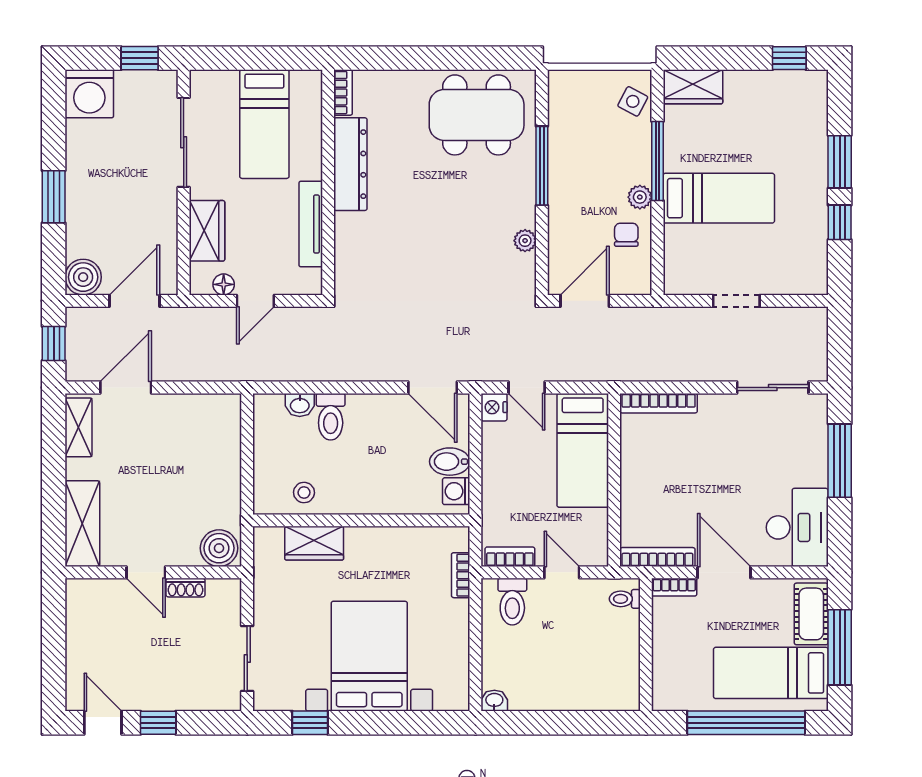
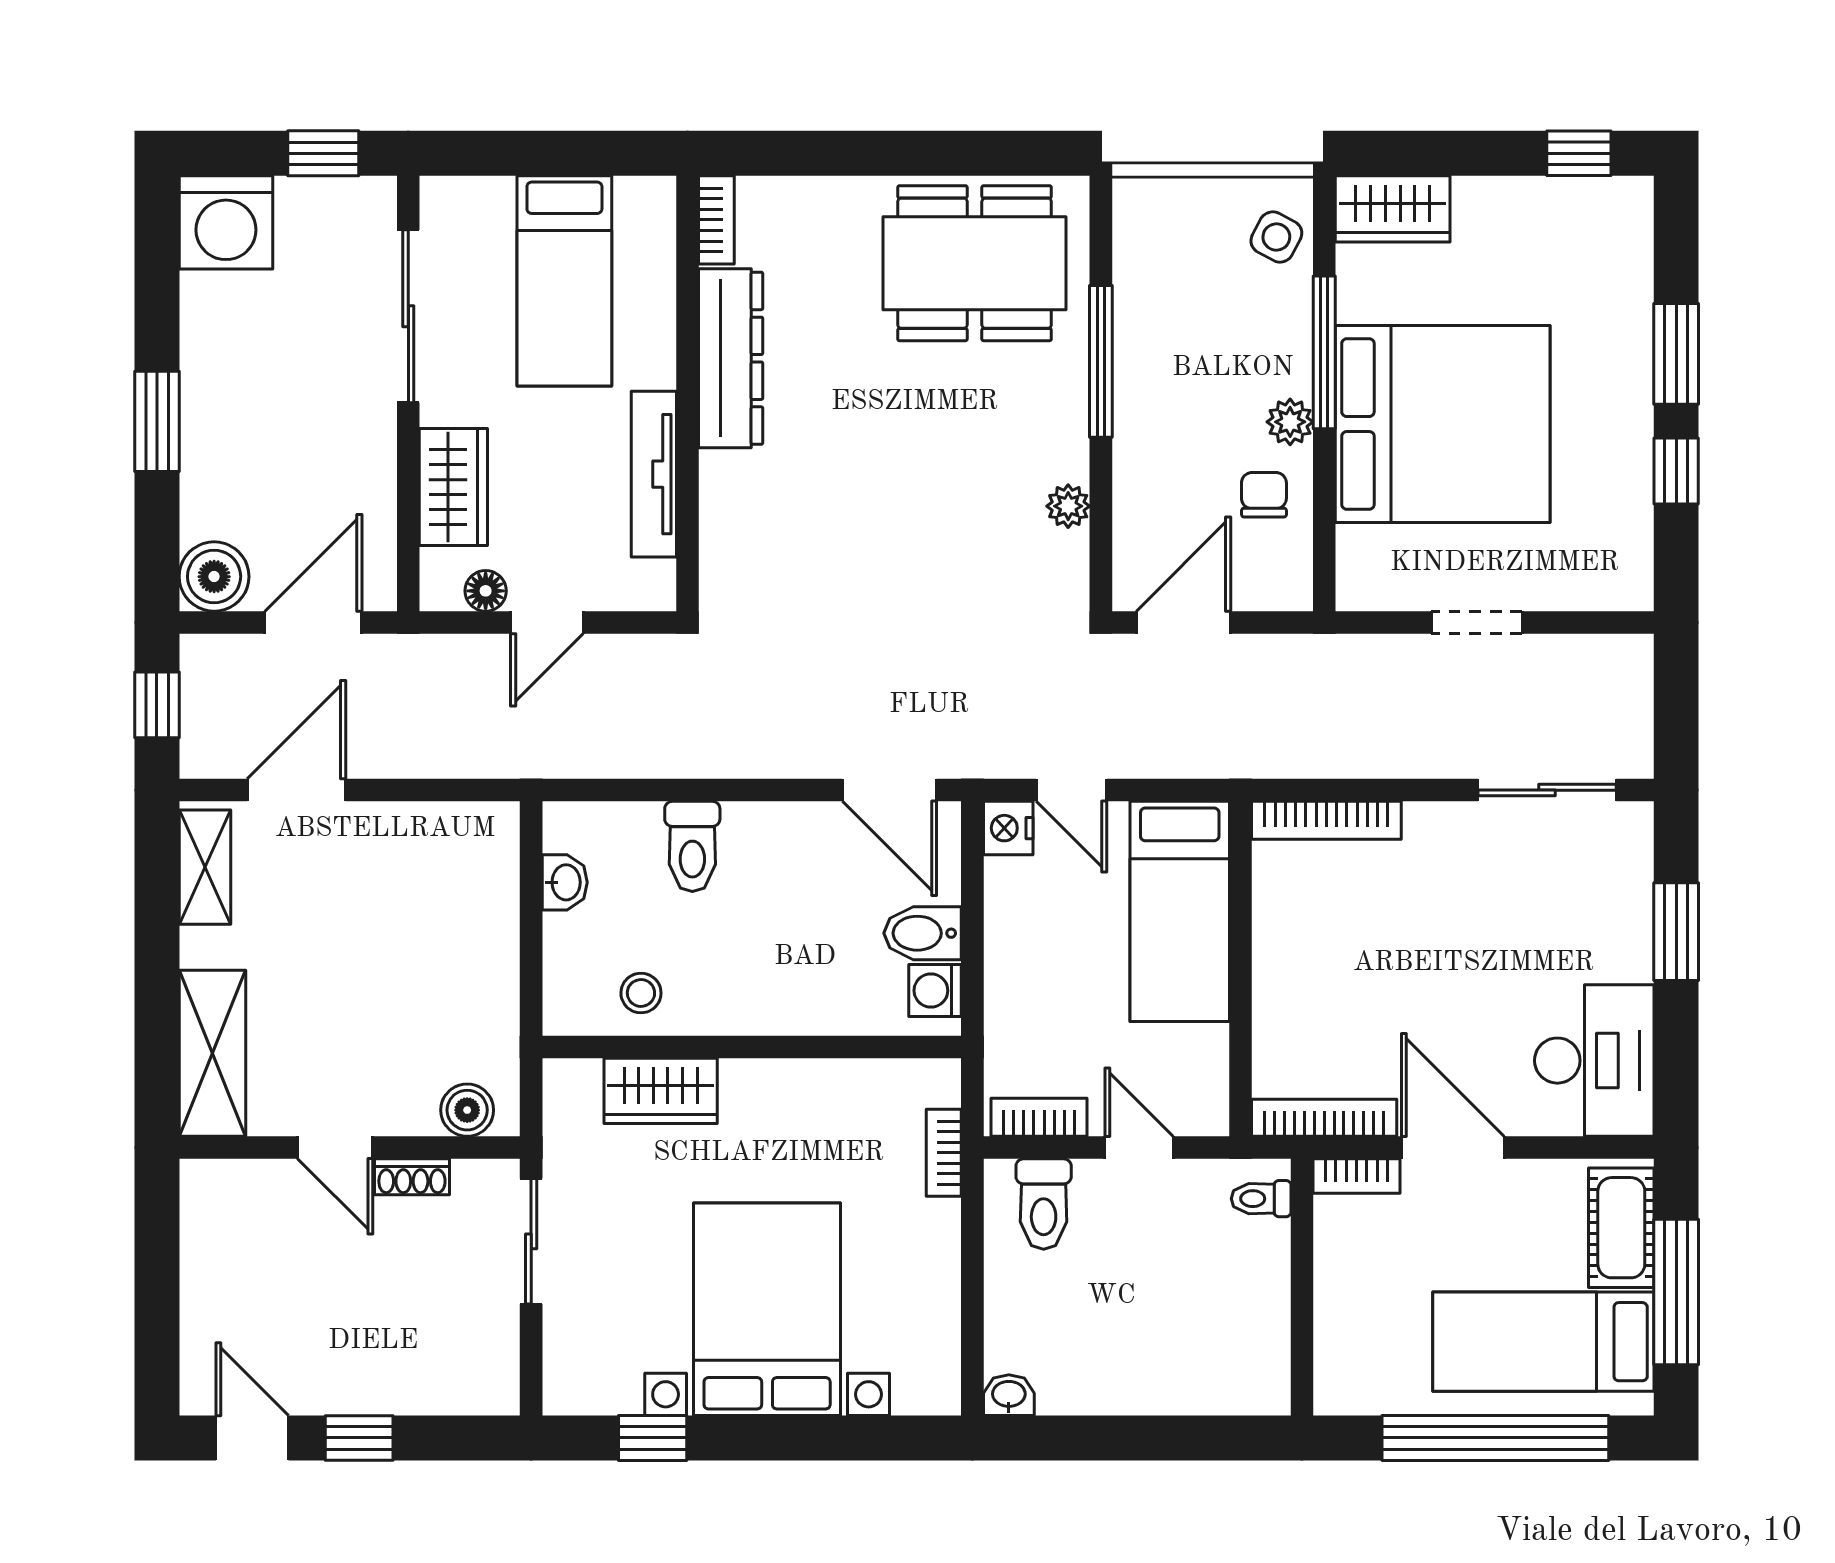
bed: (719, 198) -> (1443, 424), width x2.04
washbasin: (300, 405) -> (565, 882), moved, turned -90
window: (840, 461) -> (1676, 932), width x0.69
boiler: (219, 548) -> (467, 1110), width x0.73, depth x0.73
sliding door: (247, 659) -> (531, 1241), moved

